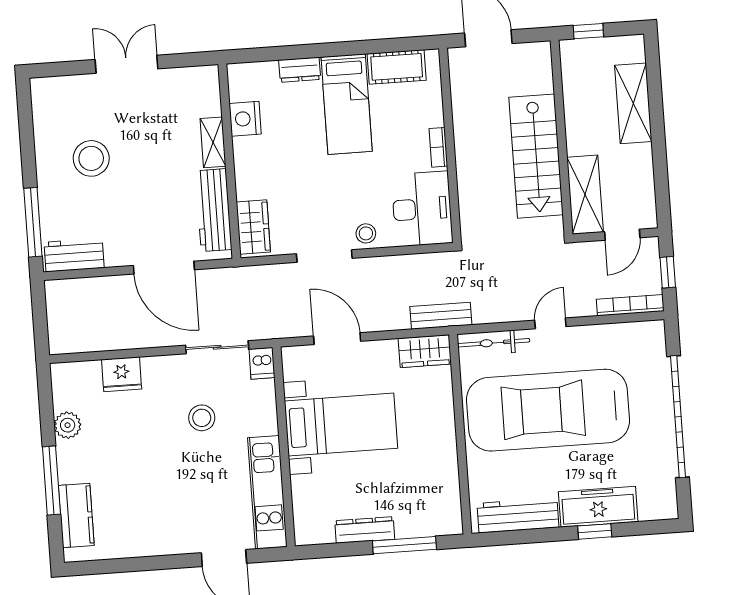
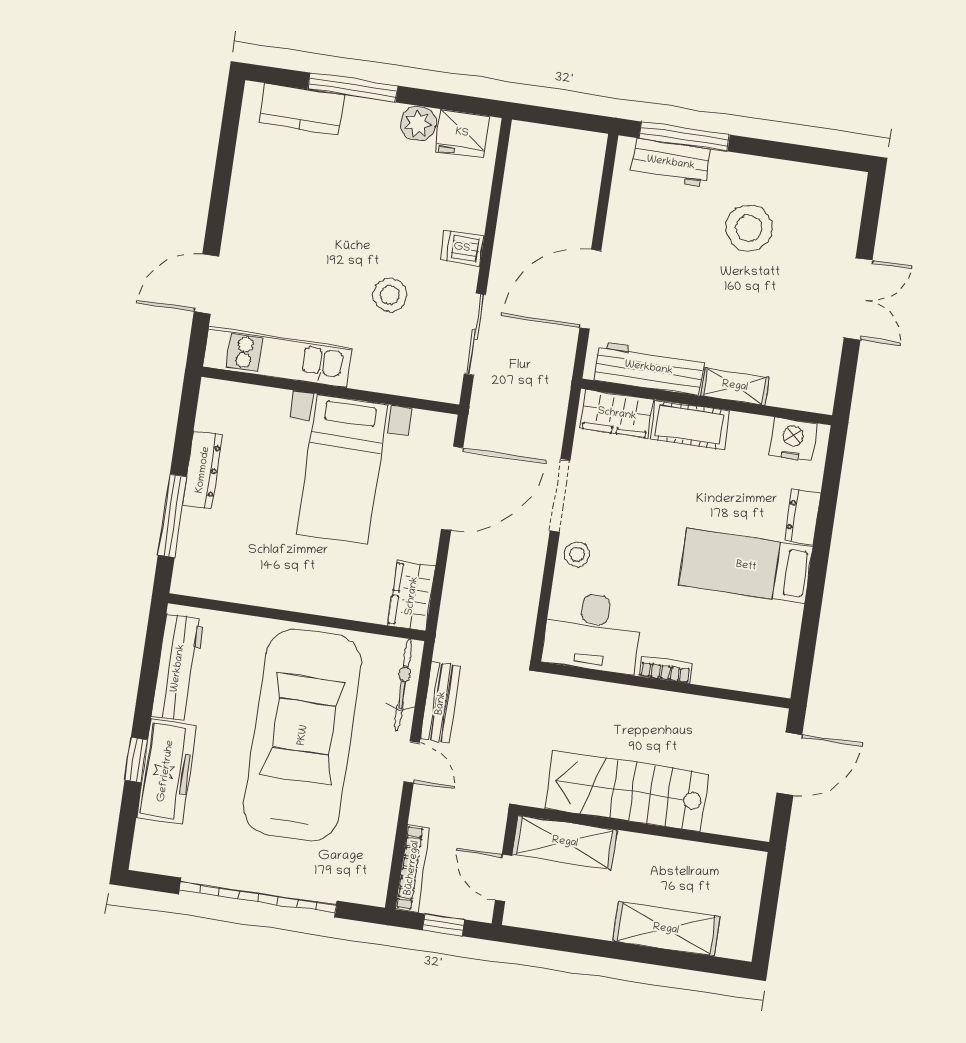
window: (588, 31) -> (770, 892), removed
cot: (397, 67) -> (689, 425), moved, turned 90
nightstand: (245, 119) -> (793, 439), moved
workbench: (74, 255) -> (671, 163), moved, turned 90
bench: (441, 316) -> (441, 703), moved
door: (337, 339) -> (452, 488), width x1.36
dishwasher: (262, 363) -> (462, 248), moved
fridge: (122, 374) -> (462, 133), moved, turned -90

